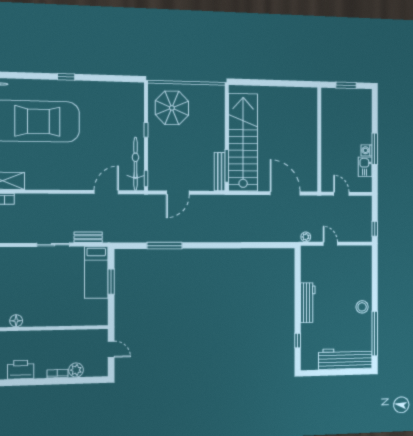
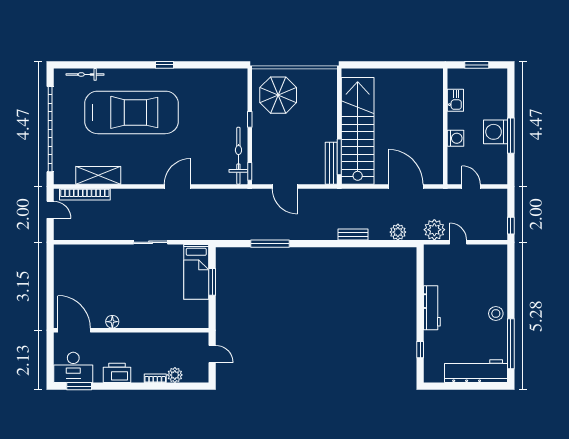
washing machine: (328, 150) -> (455, 138), added
washing machine: (367, 150) -> (495, 132), width x1.89, depth x1.89
kitchen sink: (365, 167) -> (455, 100), moved, turned 180
door: (106, 192) -> (177, 186), moved
door: (178, 193) -> (285, 186), hinge flipped
plant: (278, 235) -> (398, 232), added
bench: (88, 237) -> (353, 234), moved
plant: (306, 237) -> (434, 230), width x1.88, depth x1.88

